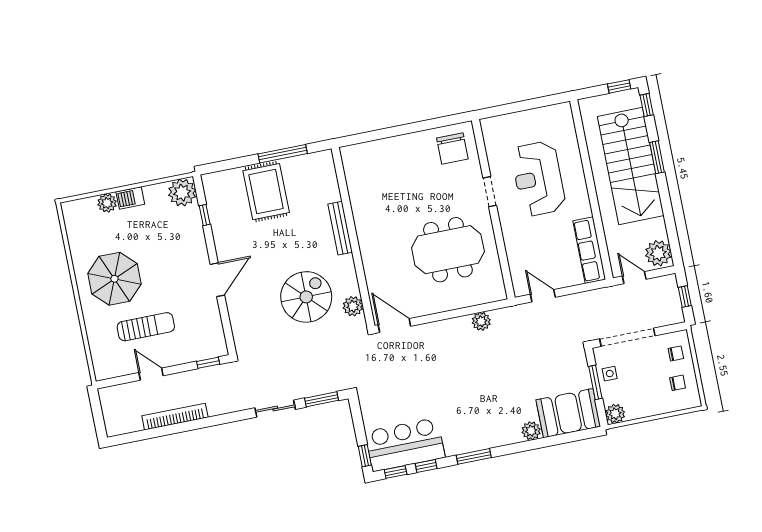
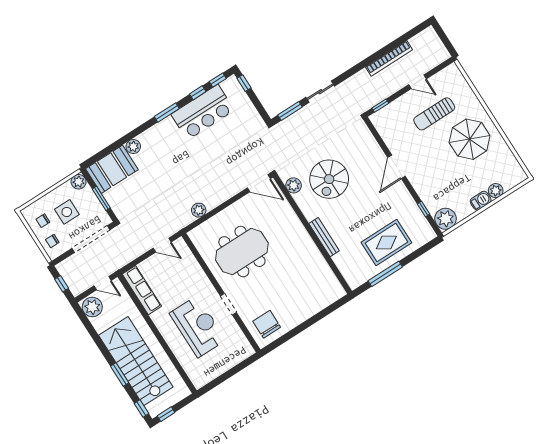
rug: (266, 192) -> (386, 243), turned 90
side table: (610, 374) -> (67, 212), moved, width x1.87, depth x1.87
bar counter: (405, 445) -> (203, 112), moved

